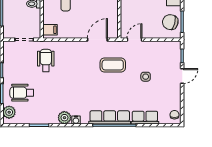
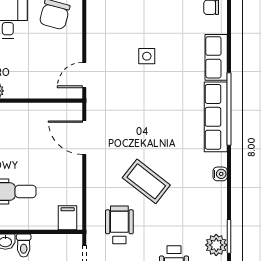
door: (134, 40) -> (84, 75), hinge flipped
wheelchair: (46, 60) -> (119, 225), turned 90
coffee table: (113, 65) -> (146, 181), moved, turned -52
plant: (64, 118) -> (216, 245), moved

